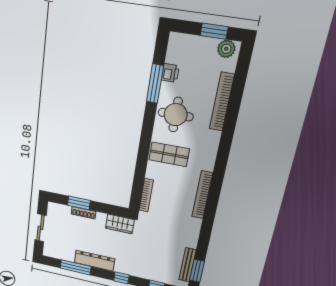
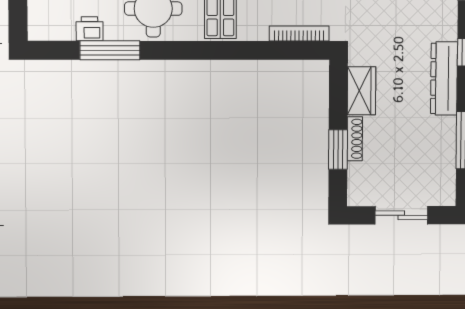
wardrobe: (120, 224) -> (362, 91), moved
dresser: (94, 261) -> (444, 78), moved

